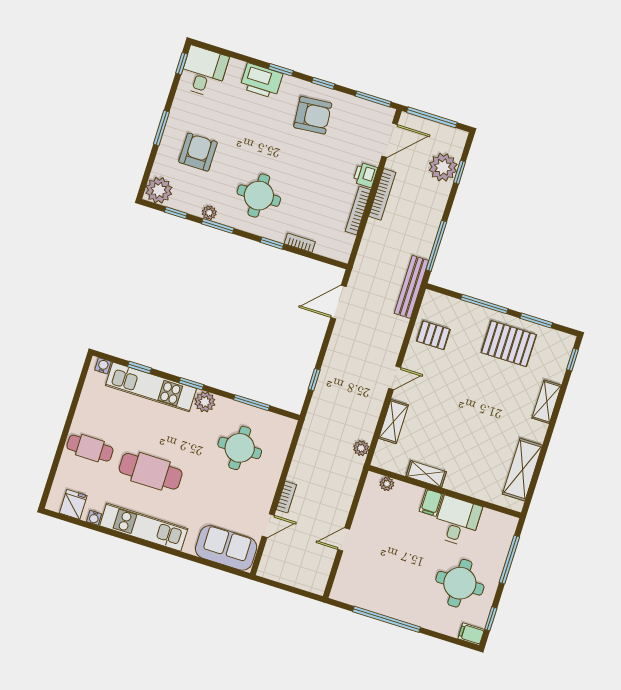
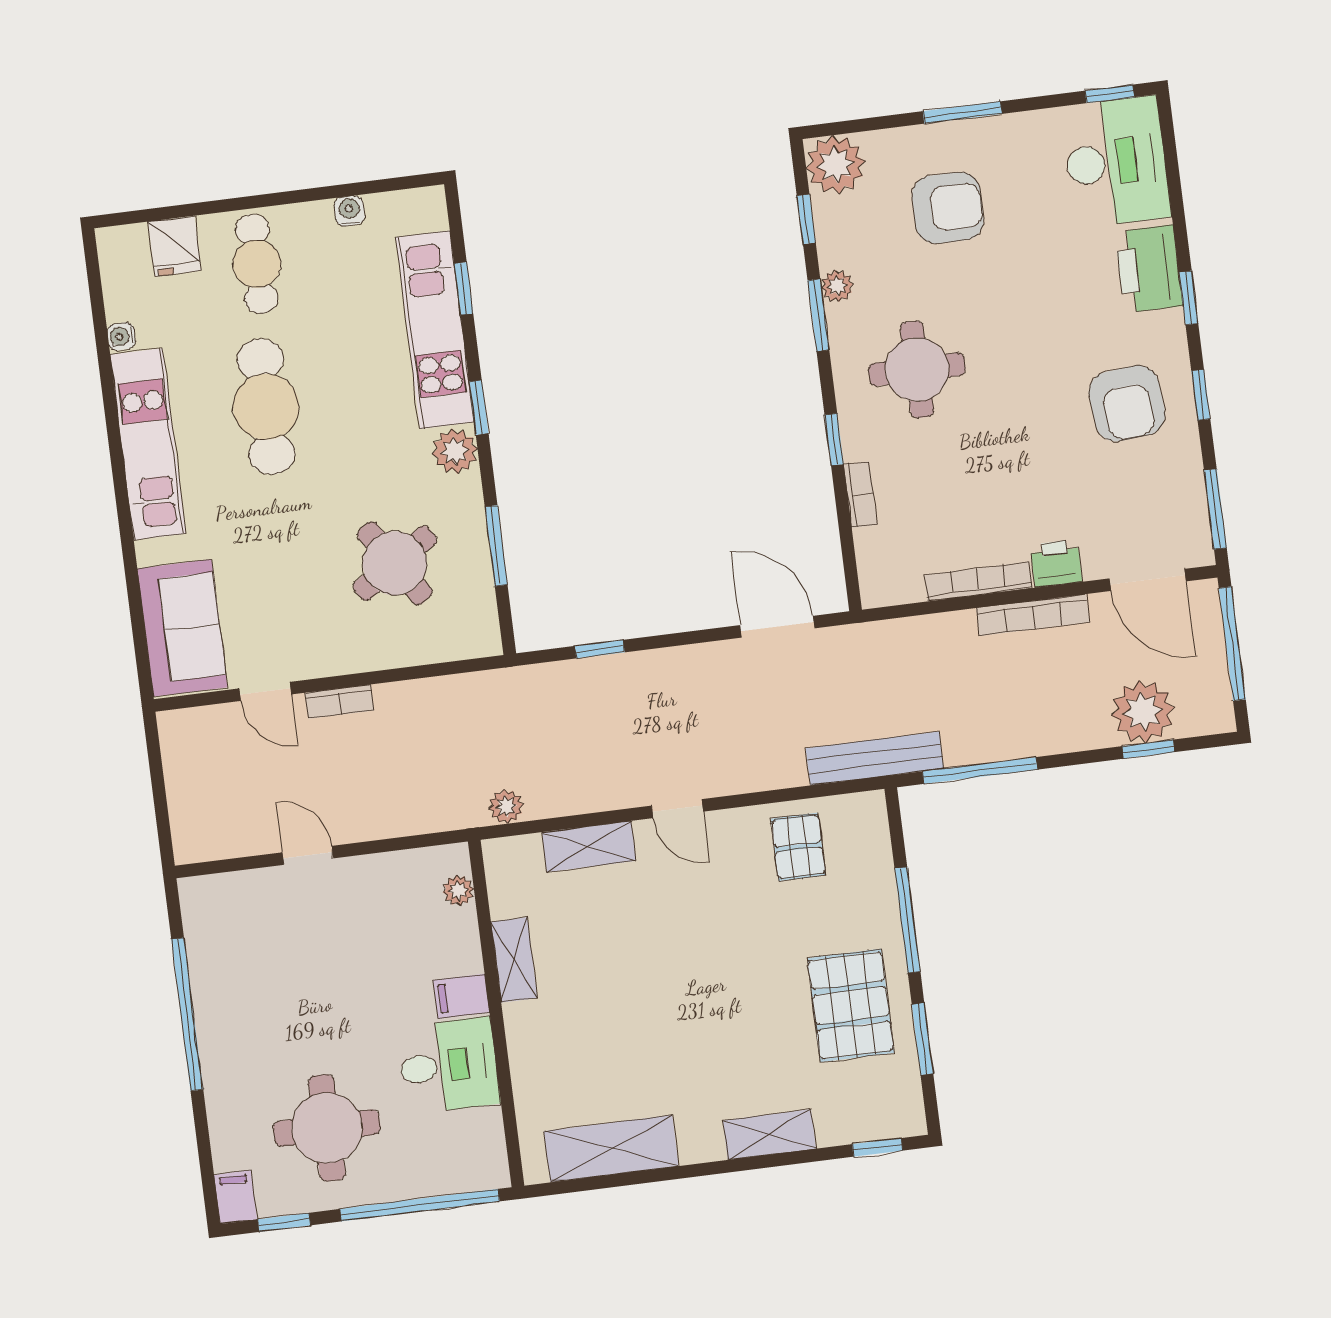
desk: (204, 72) -> (1116, 162), width x1.37
water cooler: (103, 366) -> (349, 211), moved, turned -90
round table: (240, 448) -> (395, 563), turned -33
fridge: (73, 504) -> (175, 246), moved, turned 90
window: (509, 560) -> (420, 1205), width x1.46

